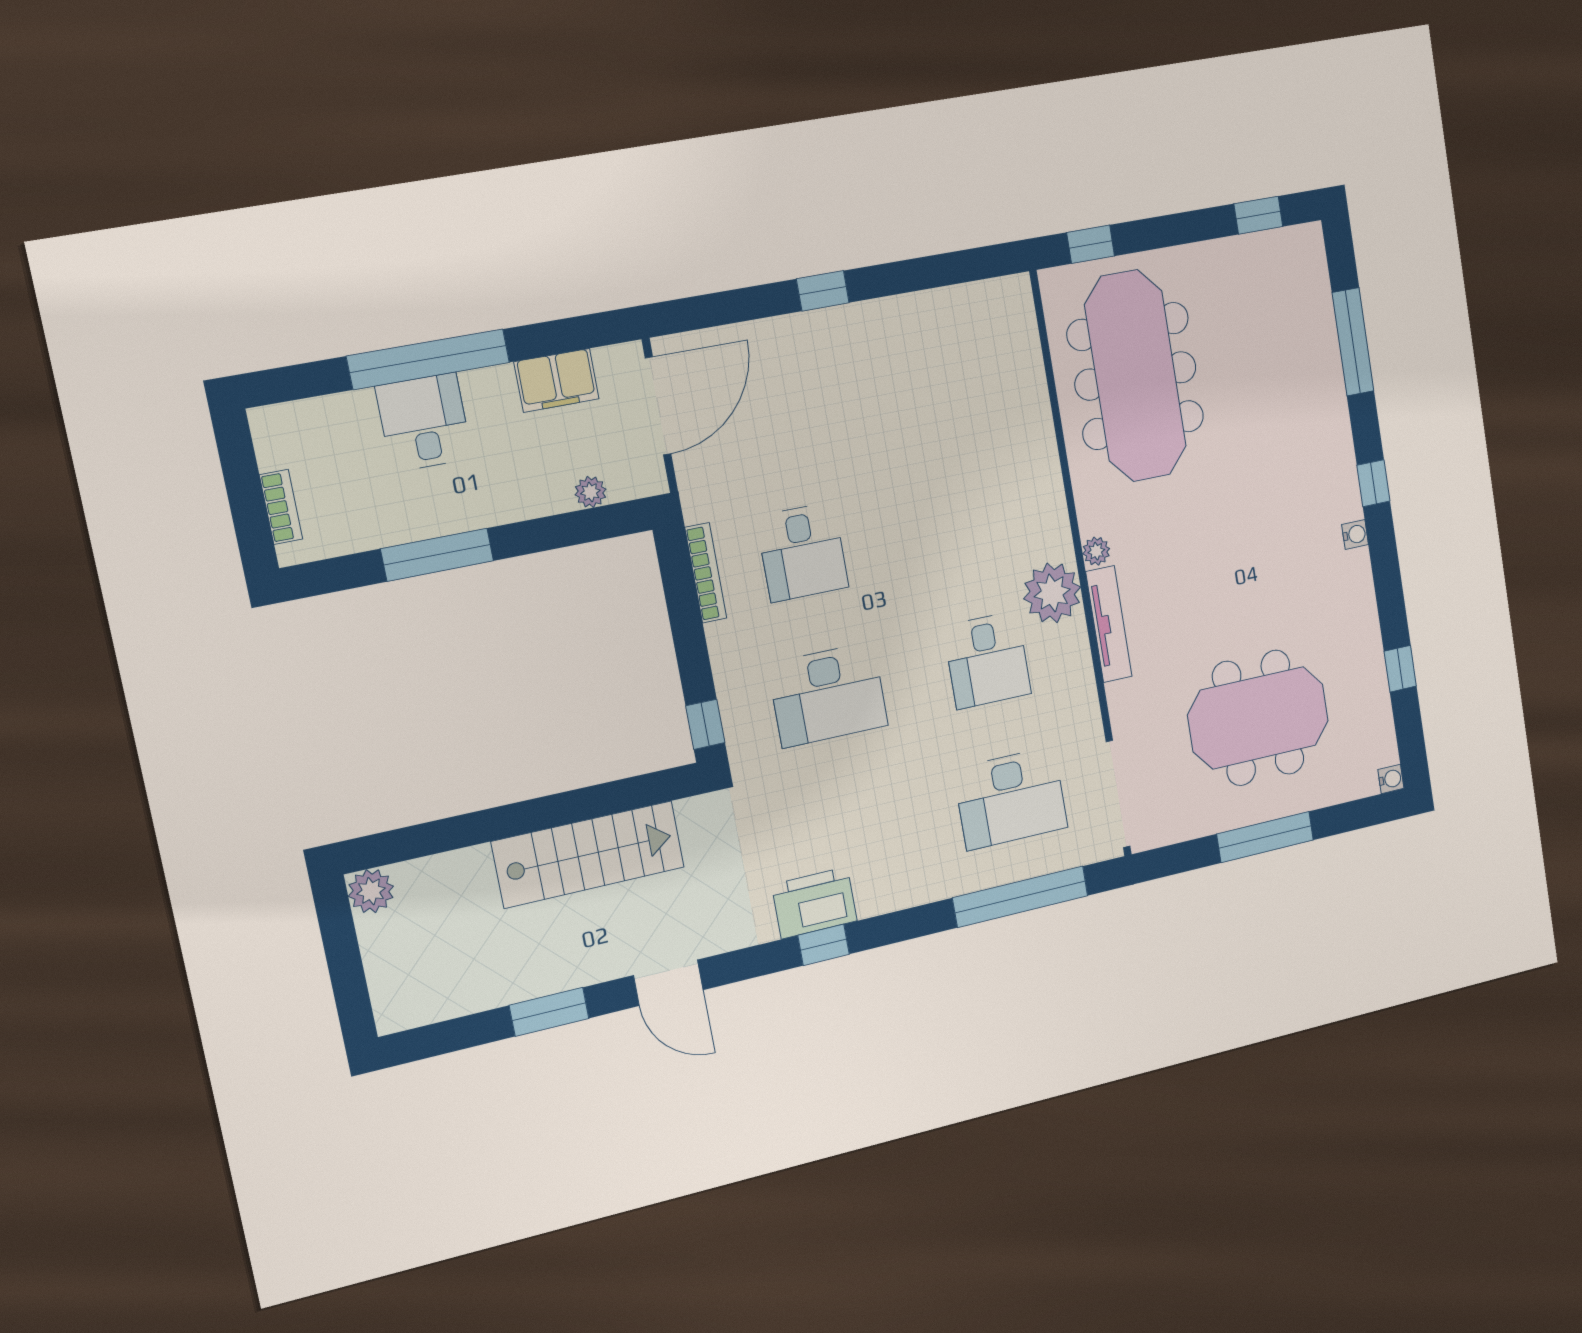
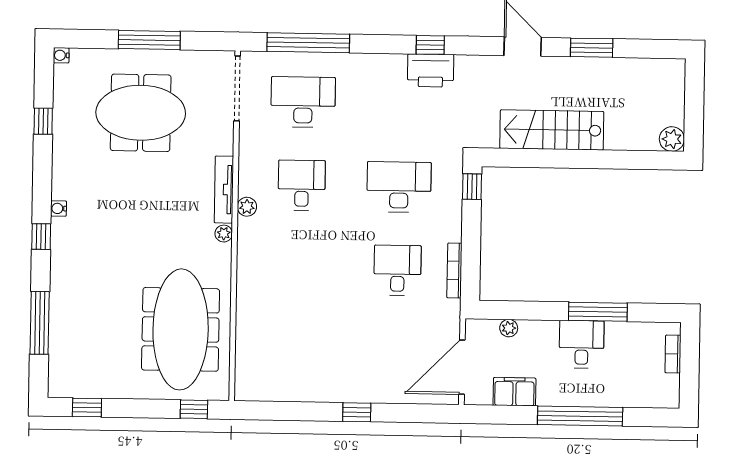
desk: (424, 422) -> (582, 344), moved, turned 180
plant: (1052, 593) -> (247, 207), width x0.53, depth x0.53

